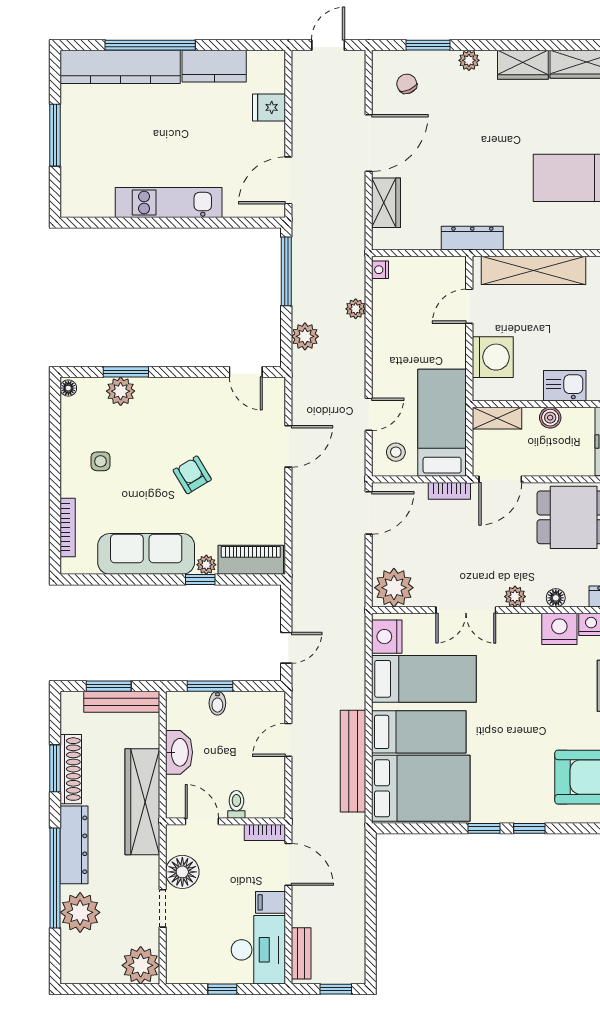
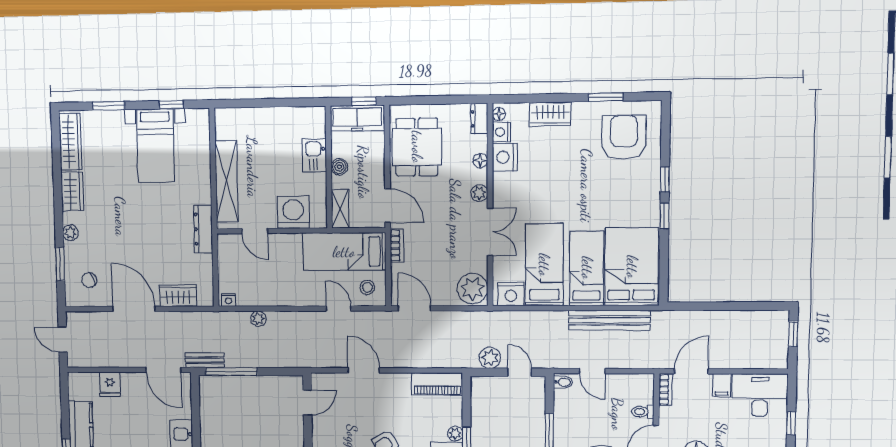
plant: (305, 336) -> (490, 358), moved
piano: (251, 560) -> (437, 384), moved, turned -90
bidet: (217, 703) -> (563, 382), moved
bench: (301, 953) -> (205, 360), moved

